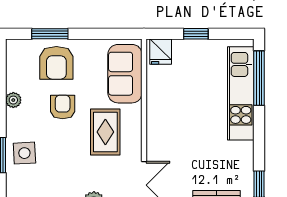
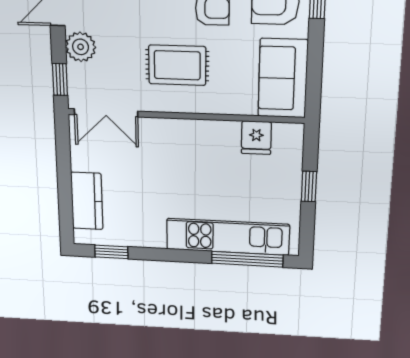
fridge: (161, 52) -> (256, 138), moved, turned -90
sofa: (125, 74) -> (283, 78), moved, turned -90

